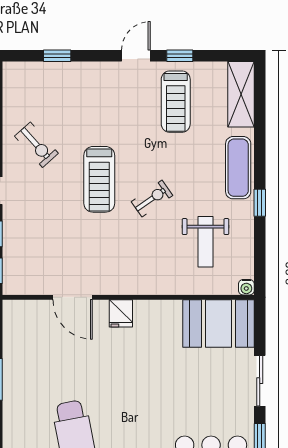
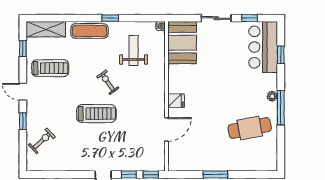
window: (57, 56) -> (23, 121), moved
window: (180, 56) -> (23, 49), moved
exercise bike: (36, 145) -> (42, 141), moved
weight bench: (205, 242) -> (134, 50), turned -90

